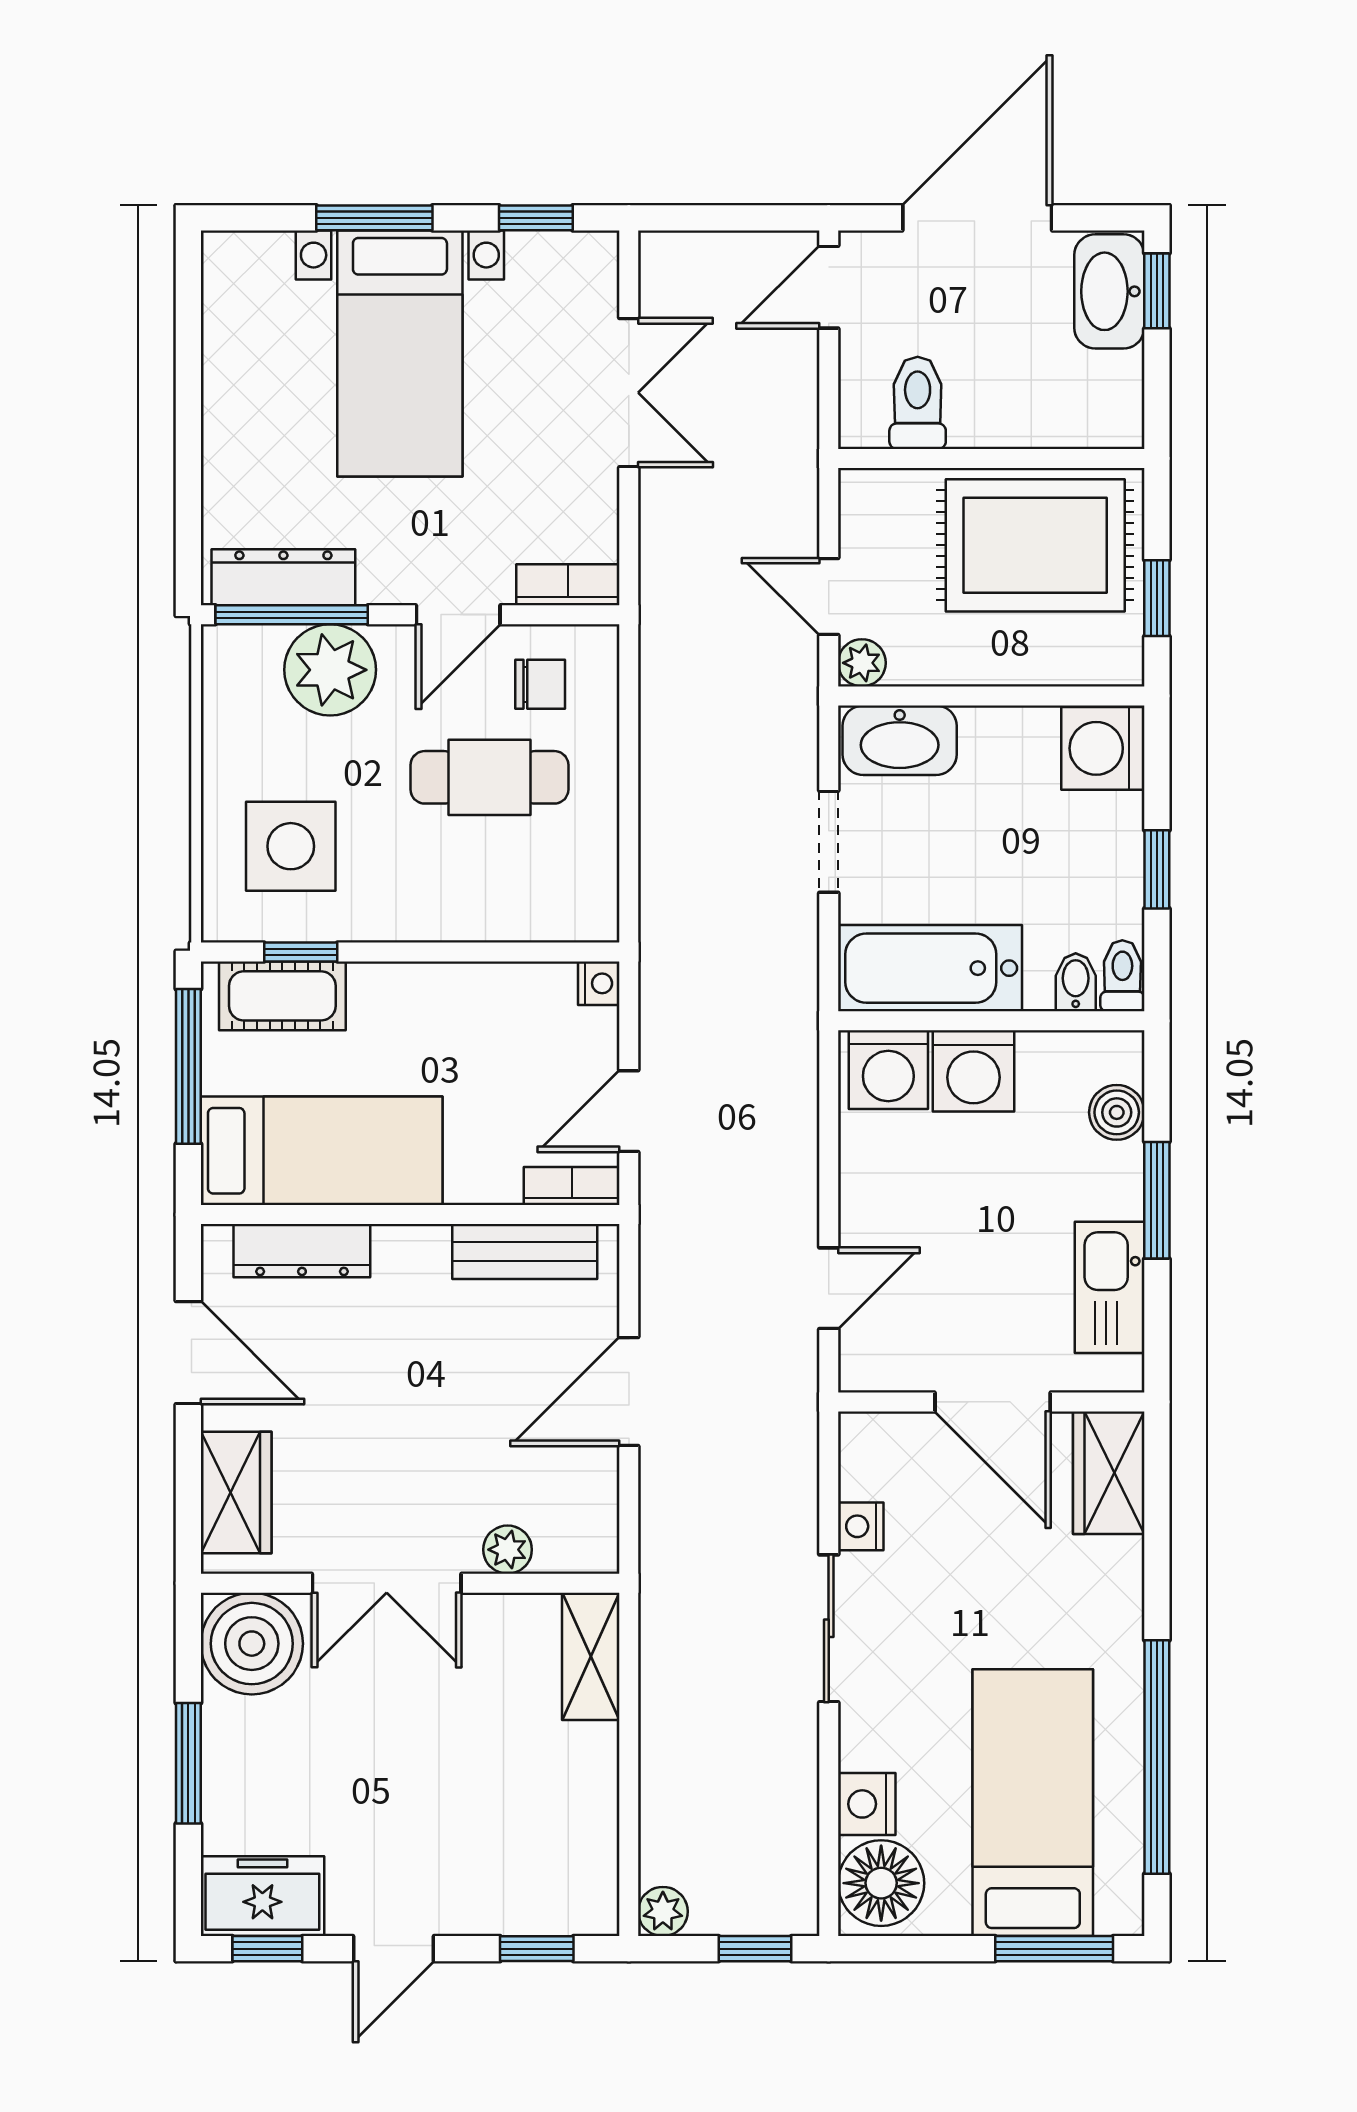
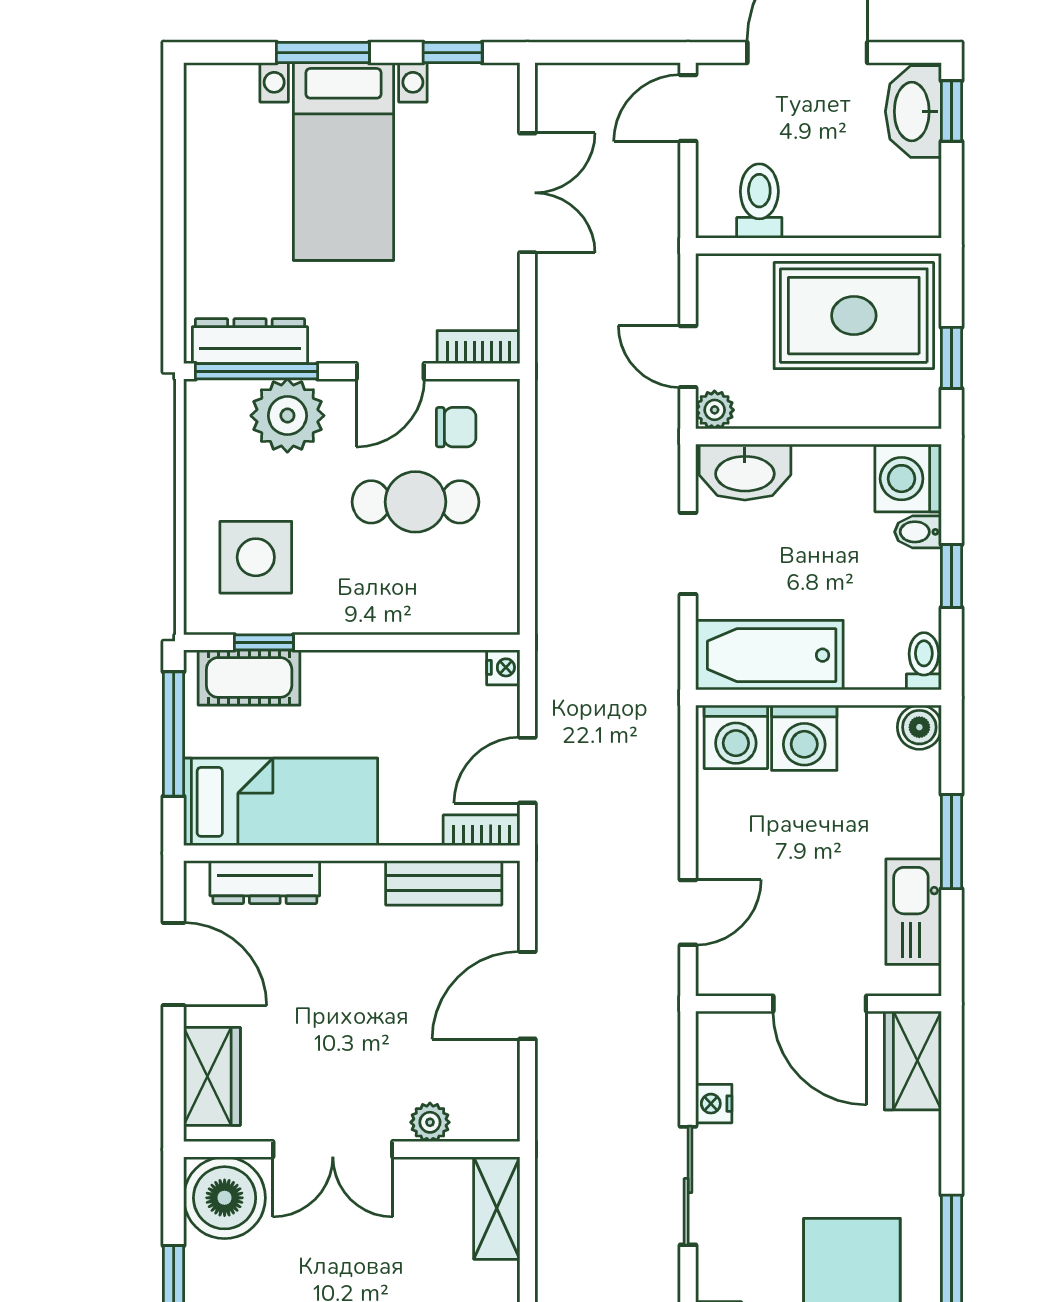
bidet: (1076, 982) -> (918, 532), moved, turned -90
boiler: (1117, 1112) -> (919, 727), moved

